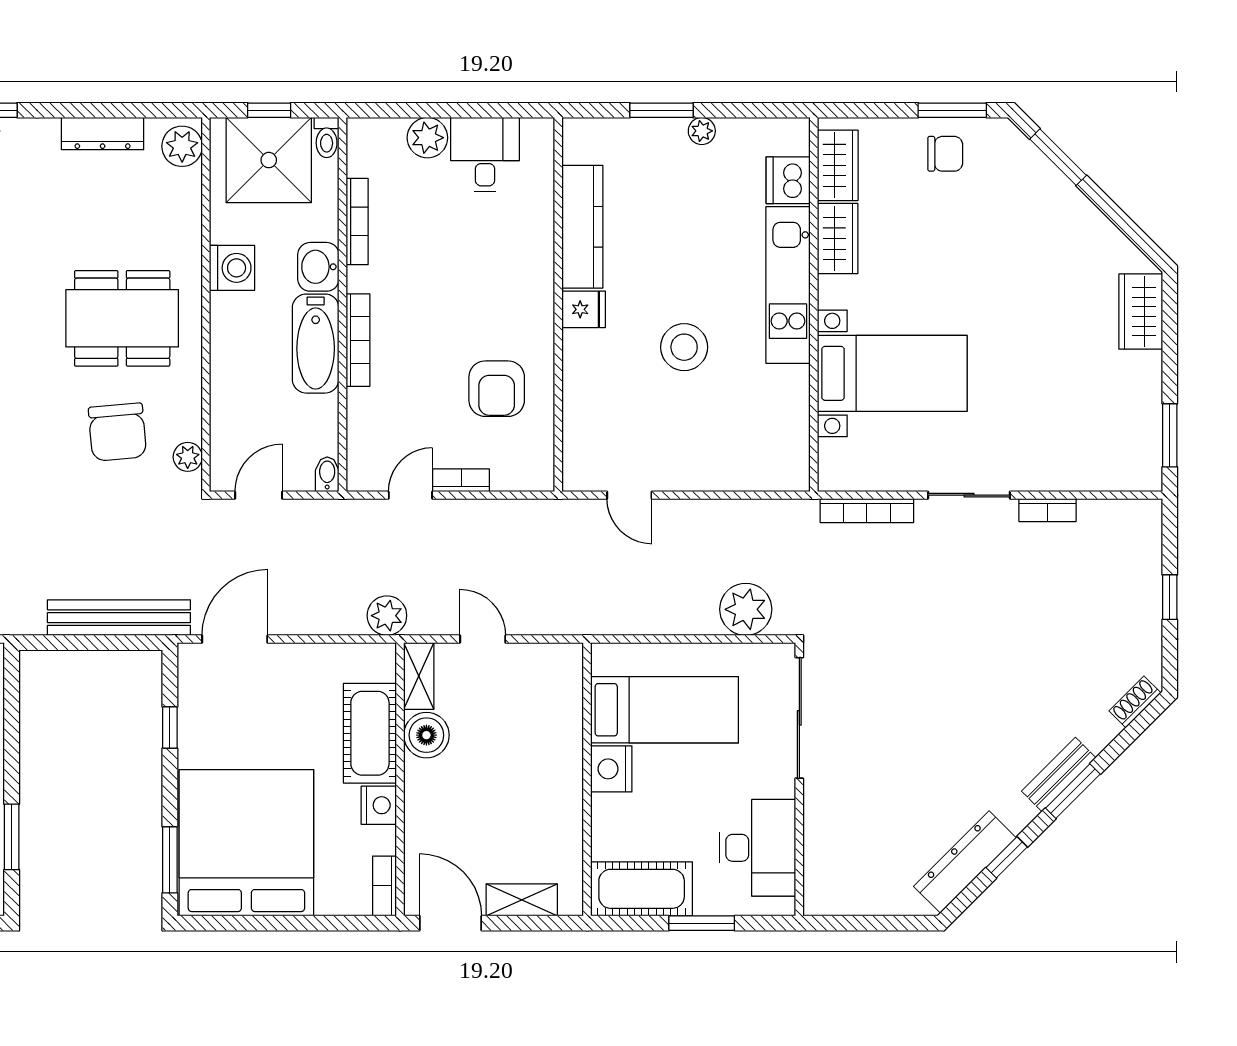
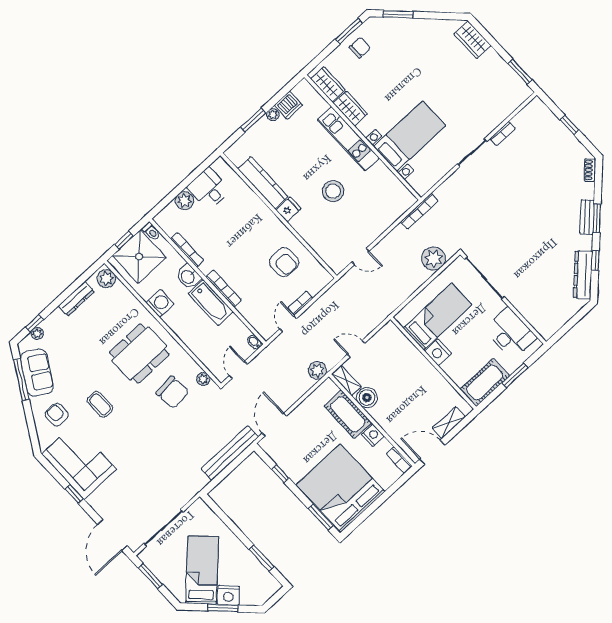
dishwasher: (788, 180) -> (288, 105), moved, turned -90
bookcase: (867, 511) -> (419, 211), moved

